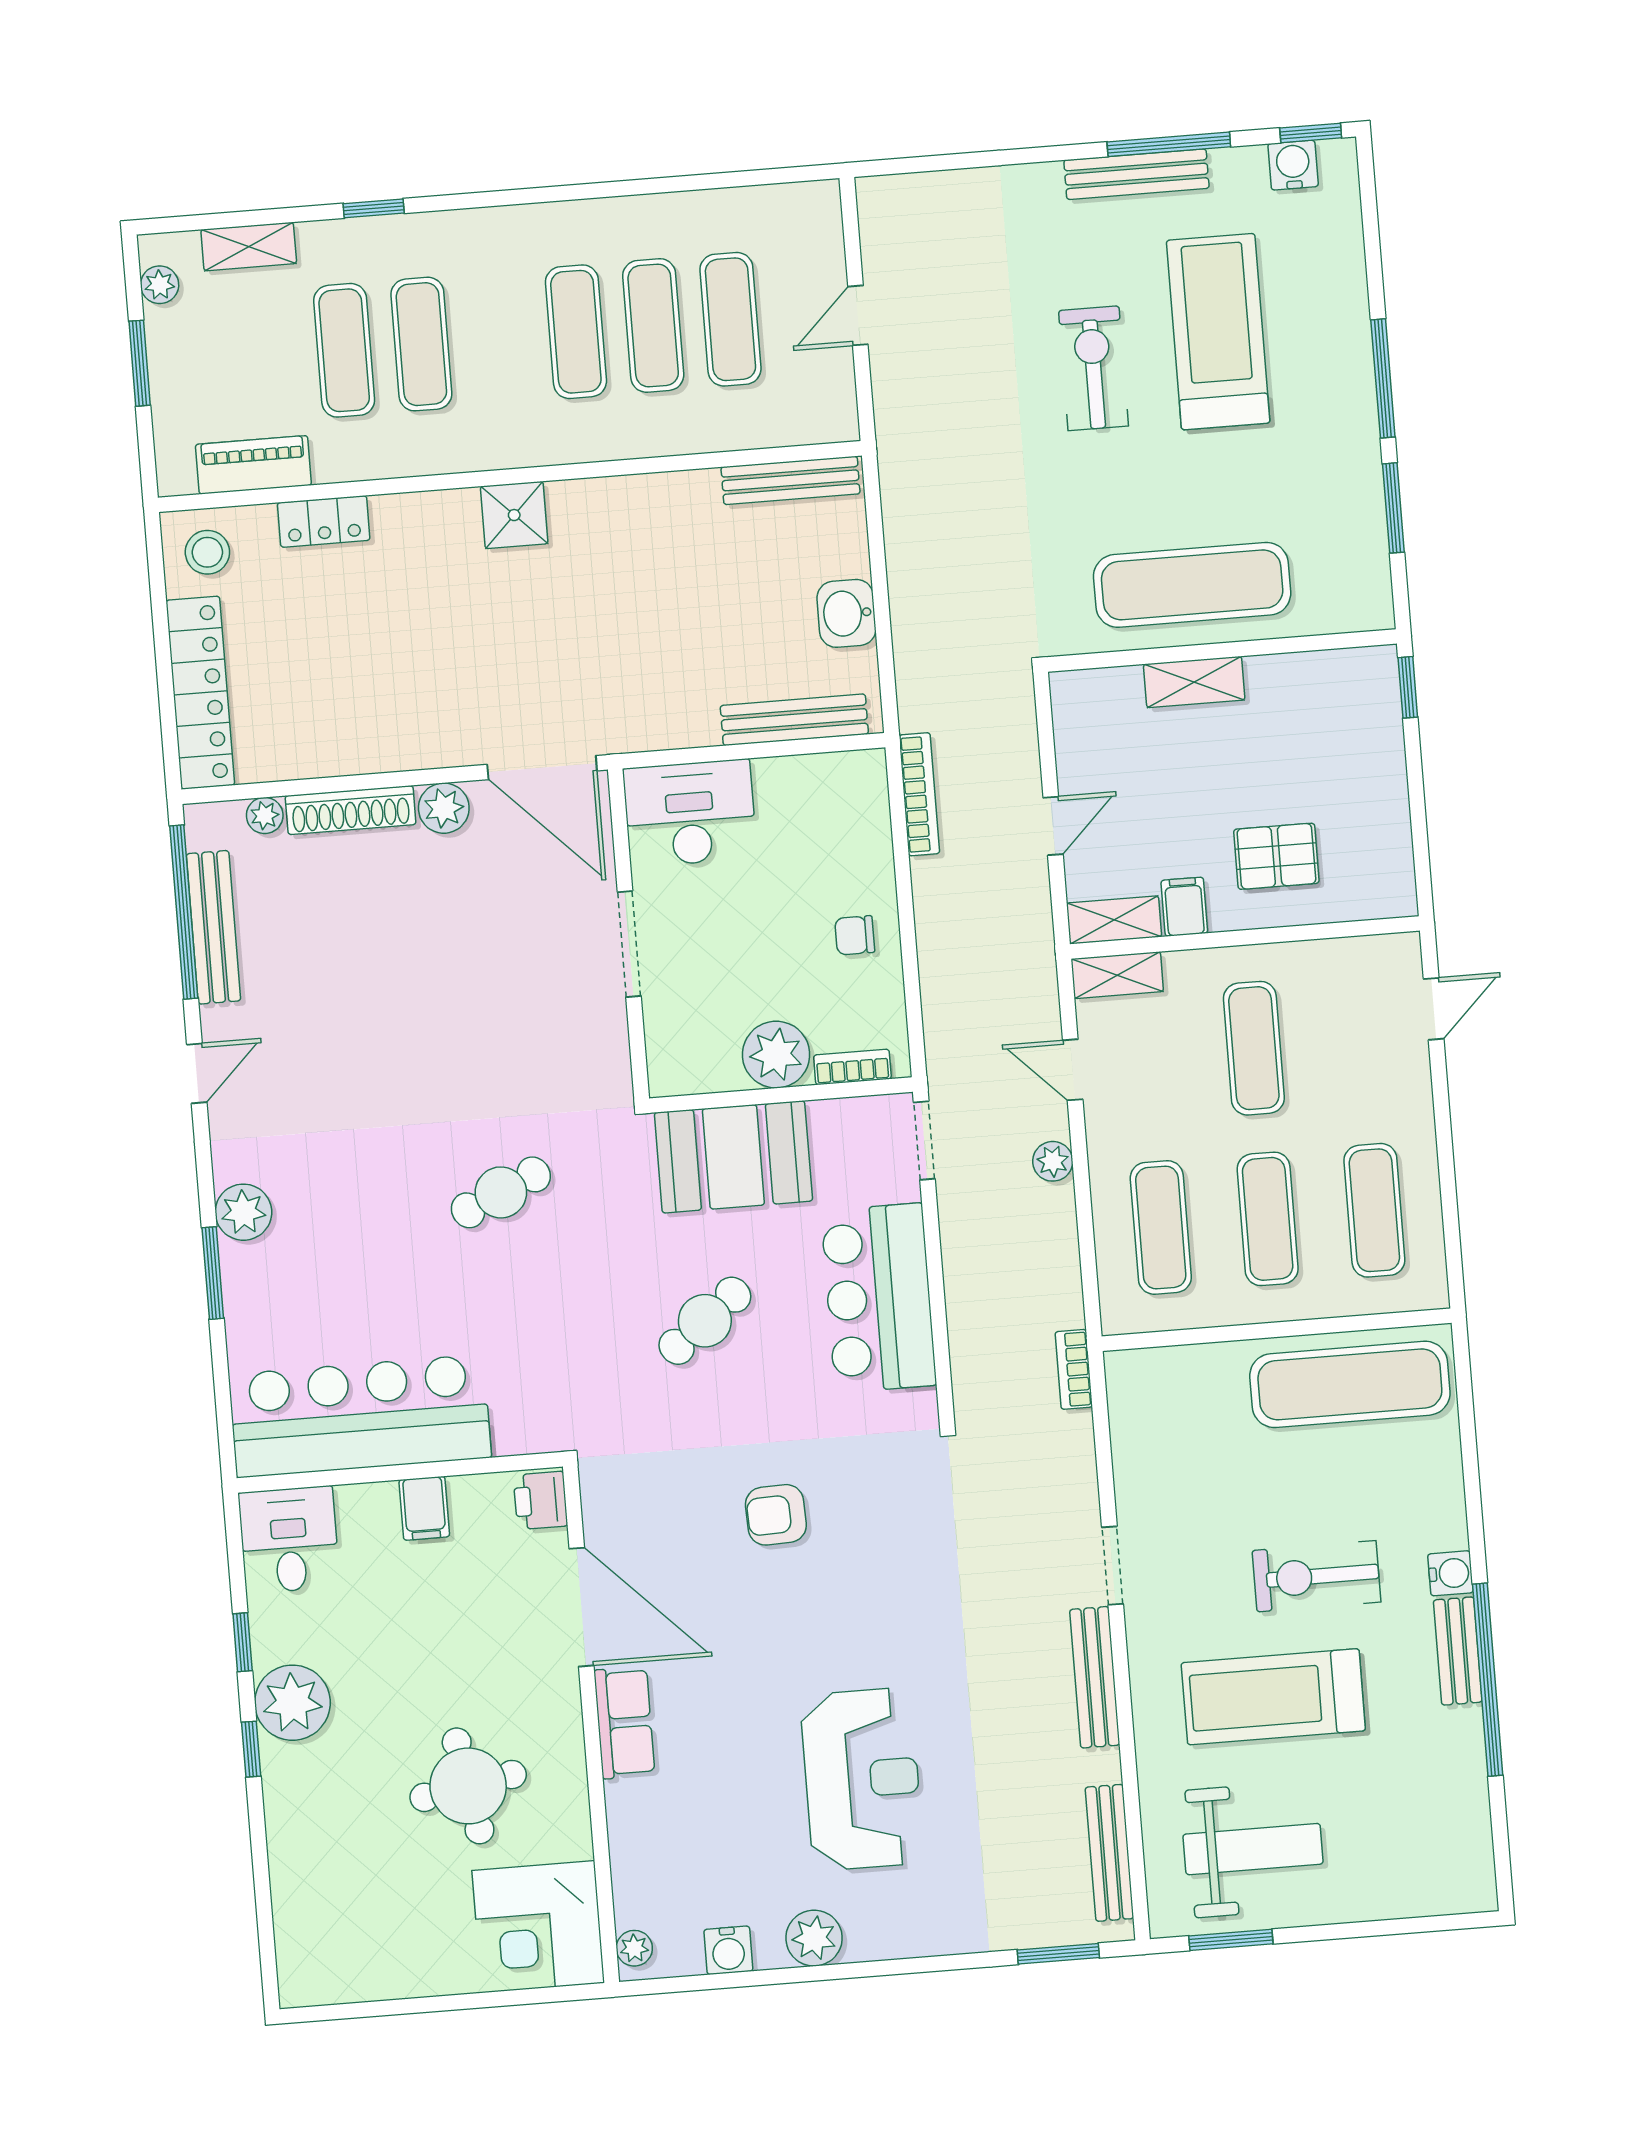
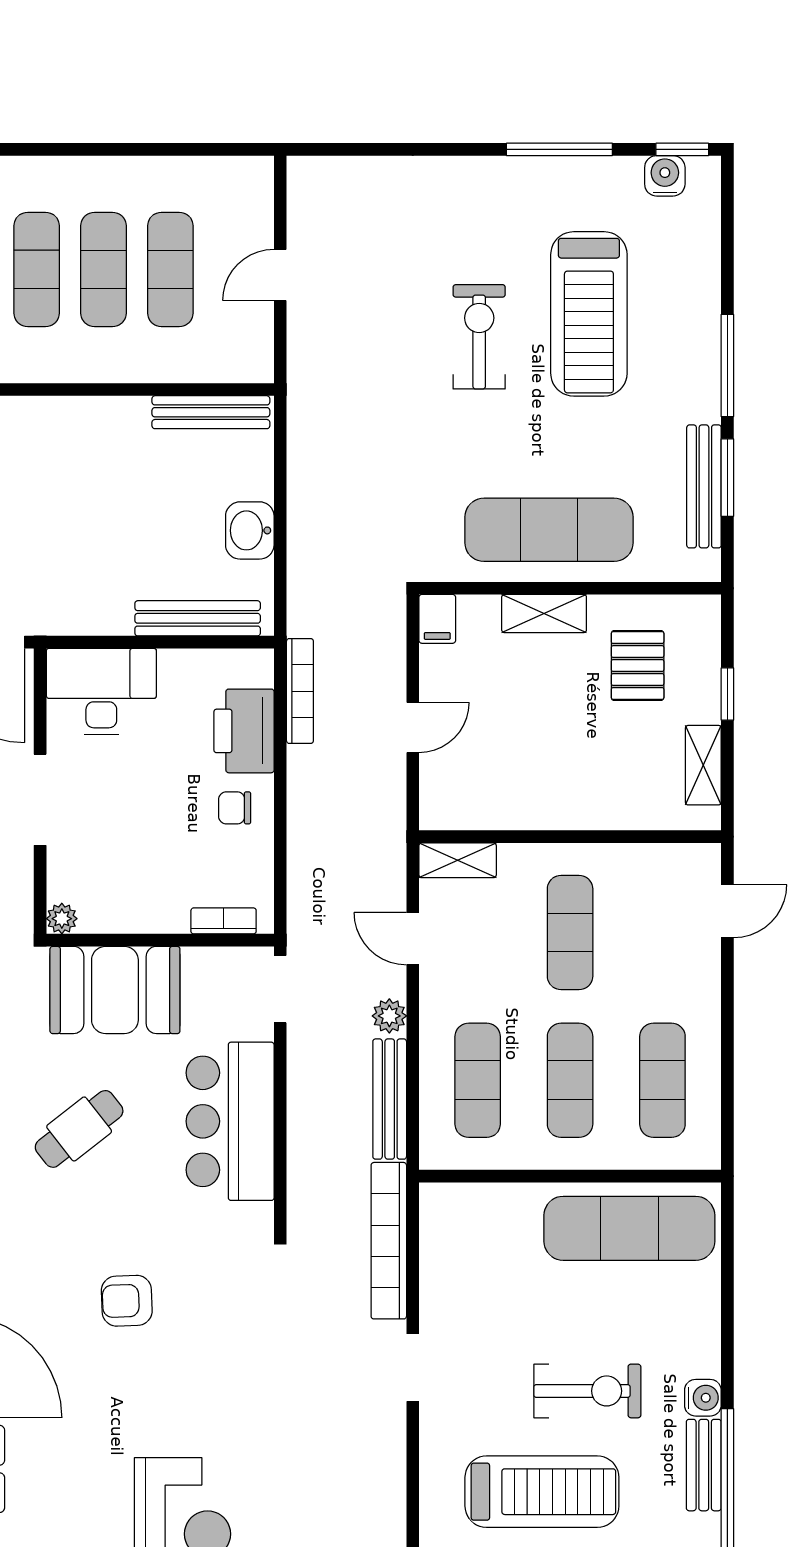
bench: (1136, 174) -> (704, 486), moved, turned 90
treadmill: (1218, 332) -> (589, 314), turned 180
window: (1408, 687) -> (727, 694), moved
printer: (858, 846) -> (244, 731), added
pallet: (1276, 856) -> (638, 666), moved, turned 90
filing cabinet: (1184, 907) -> (437, 619), moved, turned 180
shelving: (1114, 920) -> (703, 765), moved, turned 90
plant: (776, 1055) -> (62, 919), moved, width x0.53, depth x0.53
bookcase: (1074, 1369) -> (389, 1241), width x2.31, depth x1.31
exercise bike: (1316, 1576) -> (587, 1391), turned 180
bench: (1095, 1677) -> (390, 1099), moved
treadmill: (1273, 1697) -> (542, 1492), turned 180

